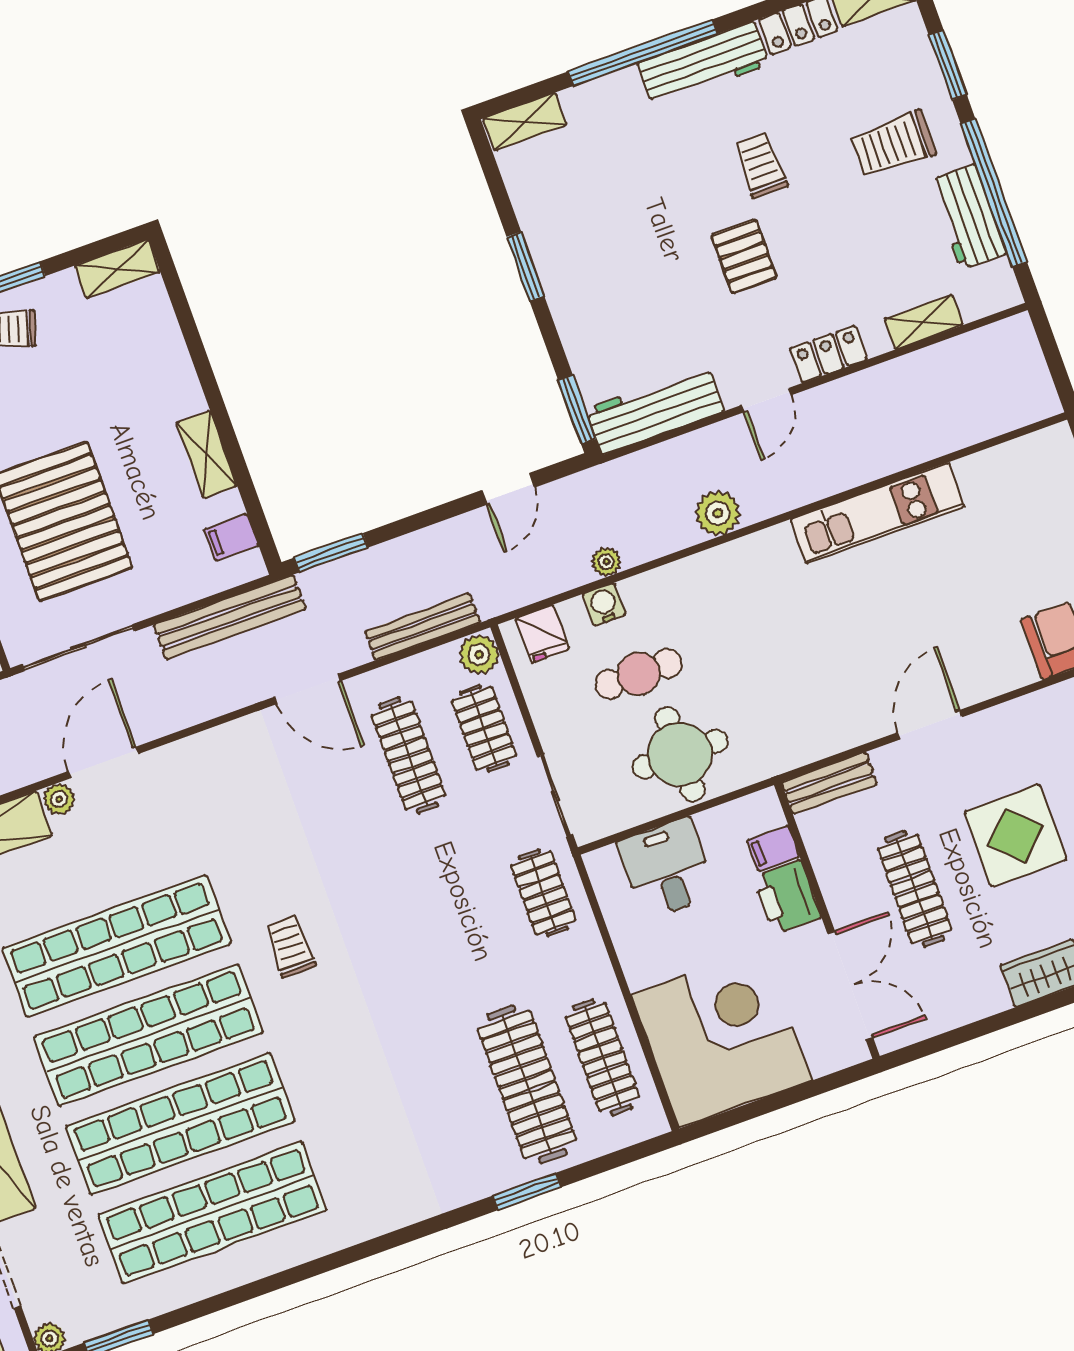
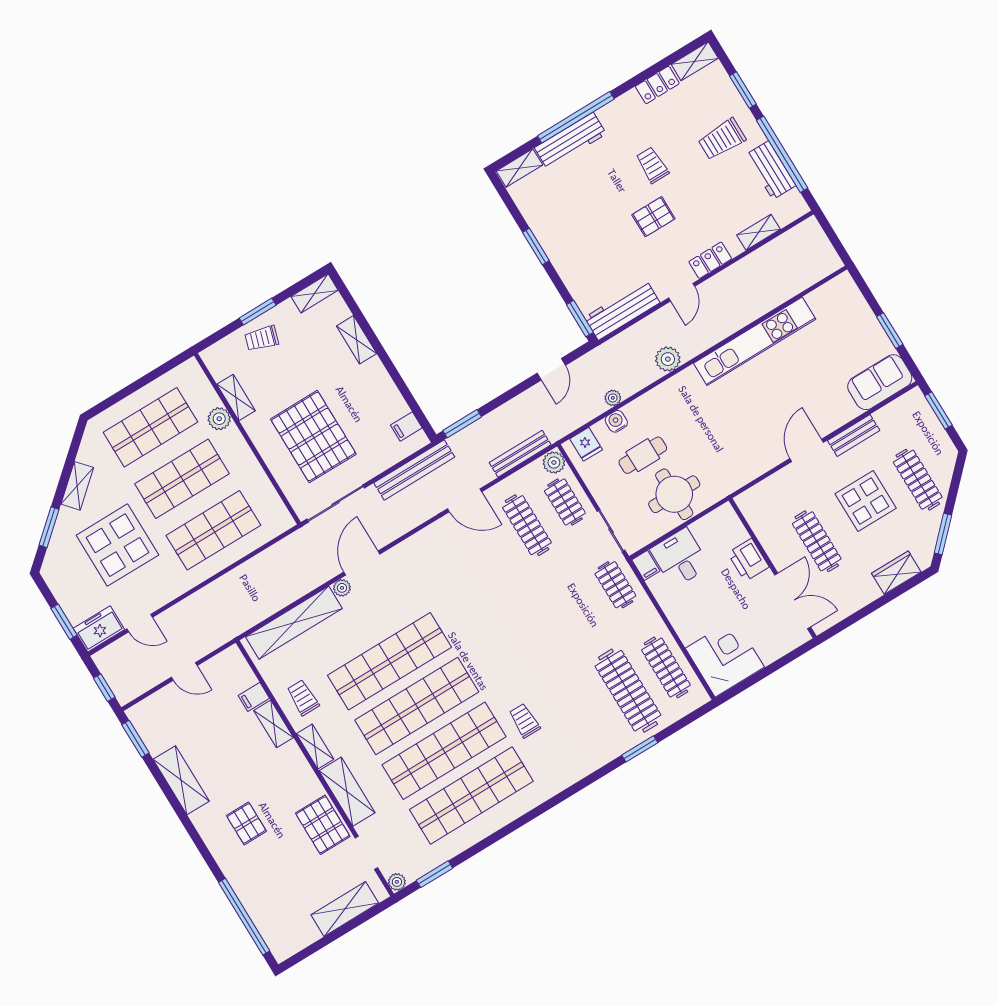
workbench: (703, 64) -> (570, 141), moved
pallet: (744, 256) -> (653, 217), turned 90
shelving: (207, 454) -> (357, 340), moved
kitchen unit: (877, 513) -> (755, 341), width x1.36
bench: (829, 783) -> (854, 435), moved
filing cabinet: (773, 848) -> (646, 565), moved, turned -90
trolley: (290, 946) -> (525, 721), moved
corner desk: (721, 1037) -> (725, 658), width x0.74, depth x0.74

